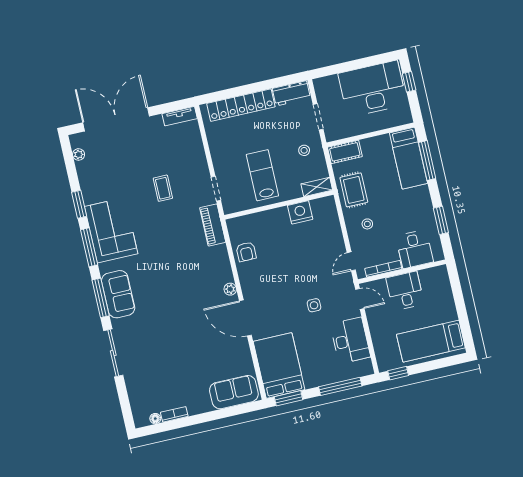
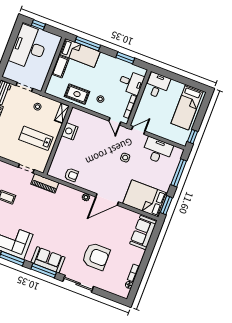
cot: (345, 152) -> (60, 67), moved
desk: (405, 291) -> (157, 85), moved, turned 90
armchair: (163, 352) -> (96, 256), added

